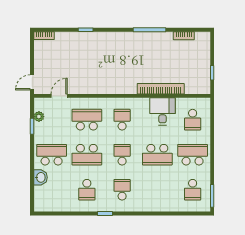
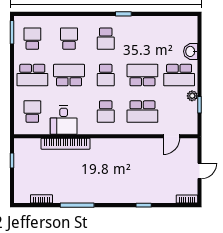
door: (32, 82) -> (199, 171), moved
plant: (39, 117) -> (192, 96), moved
school desk: (87, 190) -> (69, 39), moved

